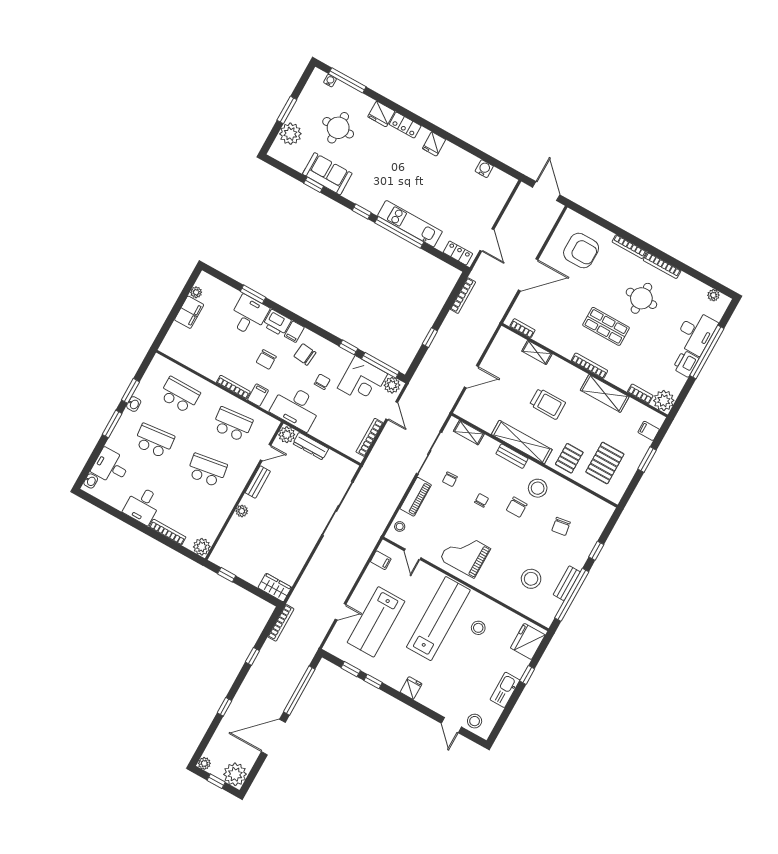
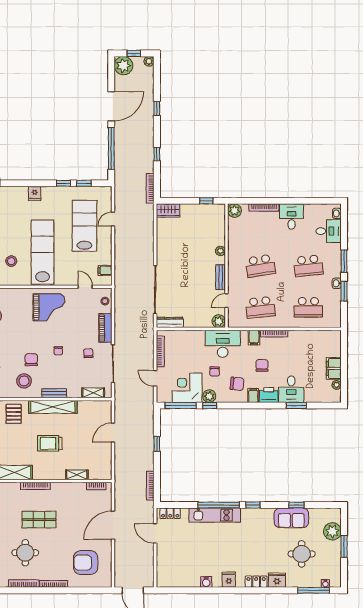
water cooler: (484, 169) -> (206, 582), moved
plant: (392, 385) -> (209, 396), moved
dresser: (311, 446) -> (170, 322), moved
lab bench: (438, 619) -> (43, 252), turned 180

